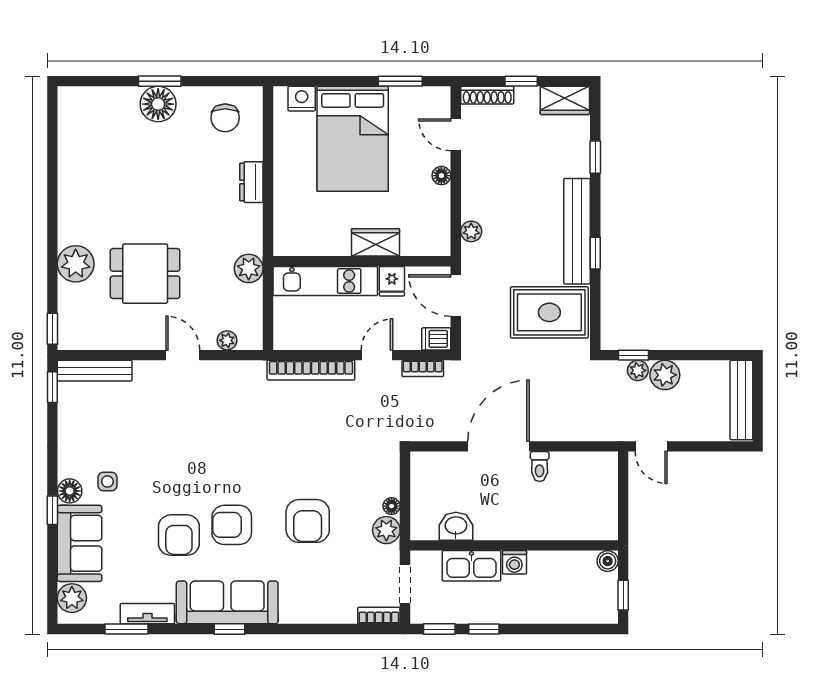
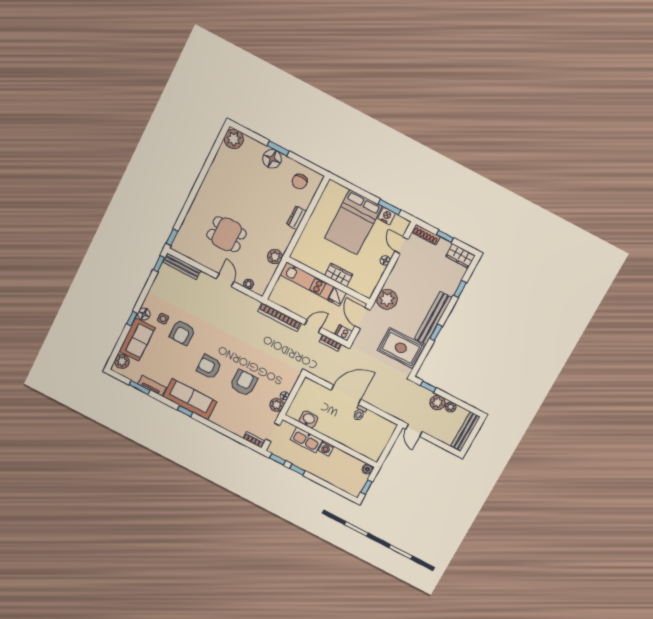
nightstand: (302, 99) -> (387, 216), moved
plant: (471, 231) -> (387, 299), width x1.88, depth x1.88
plant: (76, 264) -> (234, 139), moved
plant: (638, 370) -> (451, 407), moved
armchair: (308, 521) -> (244, 383), turned 180
armchair: (179, 535) -> (182, 333), moved

